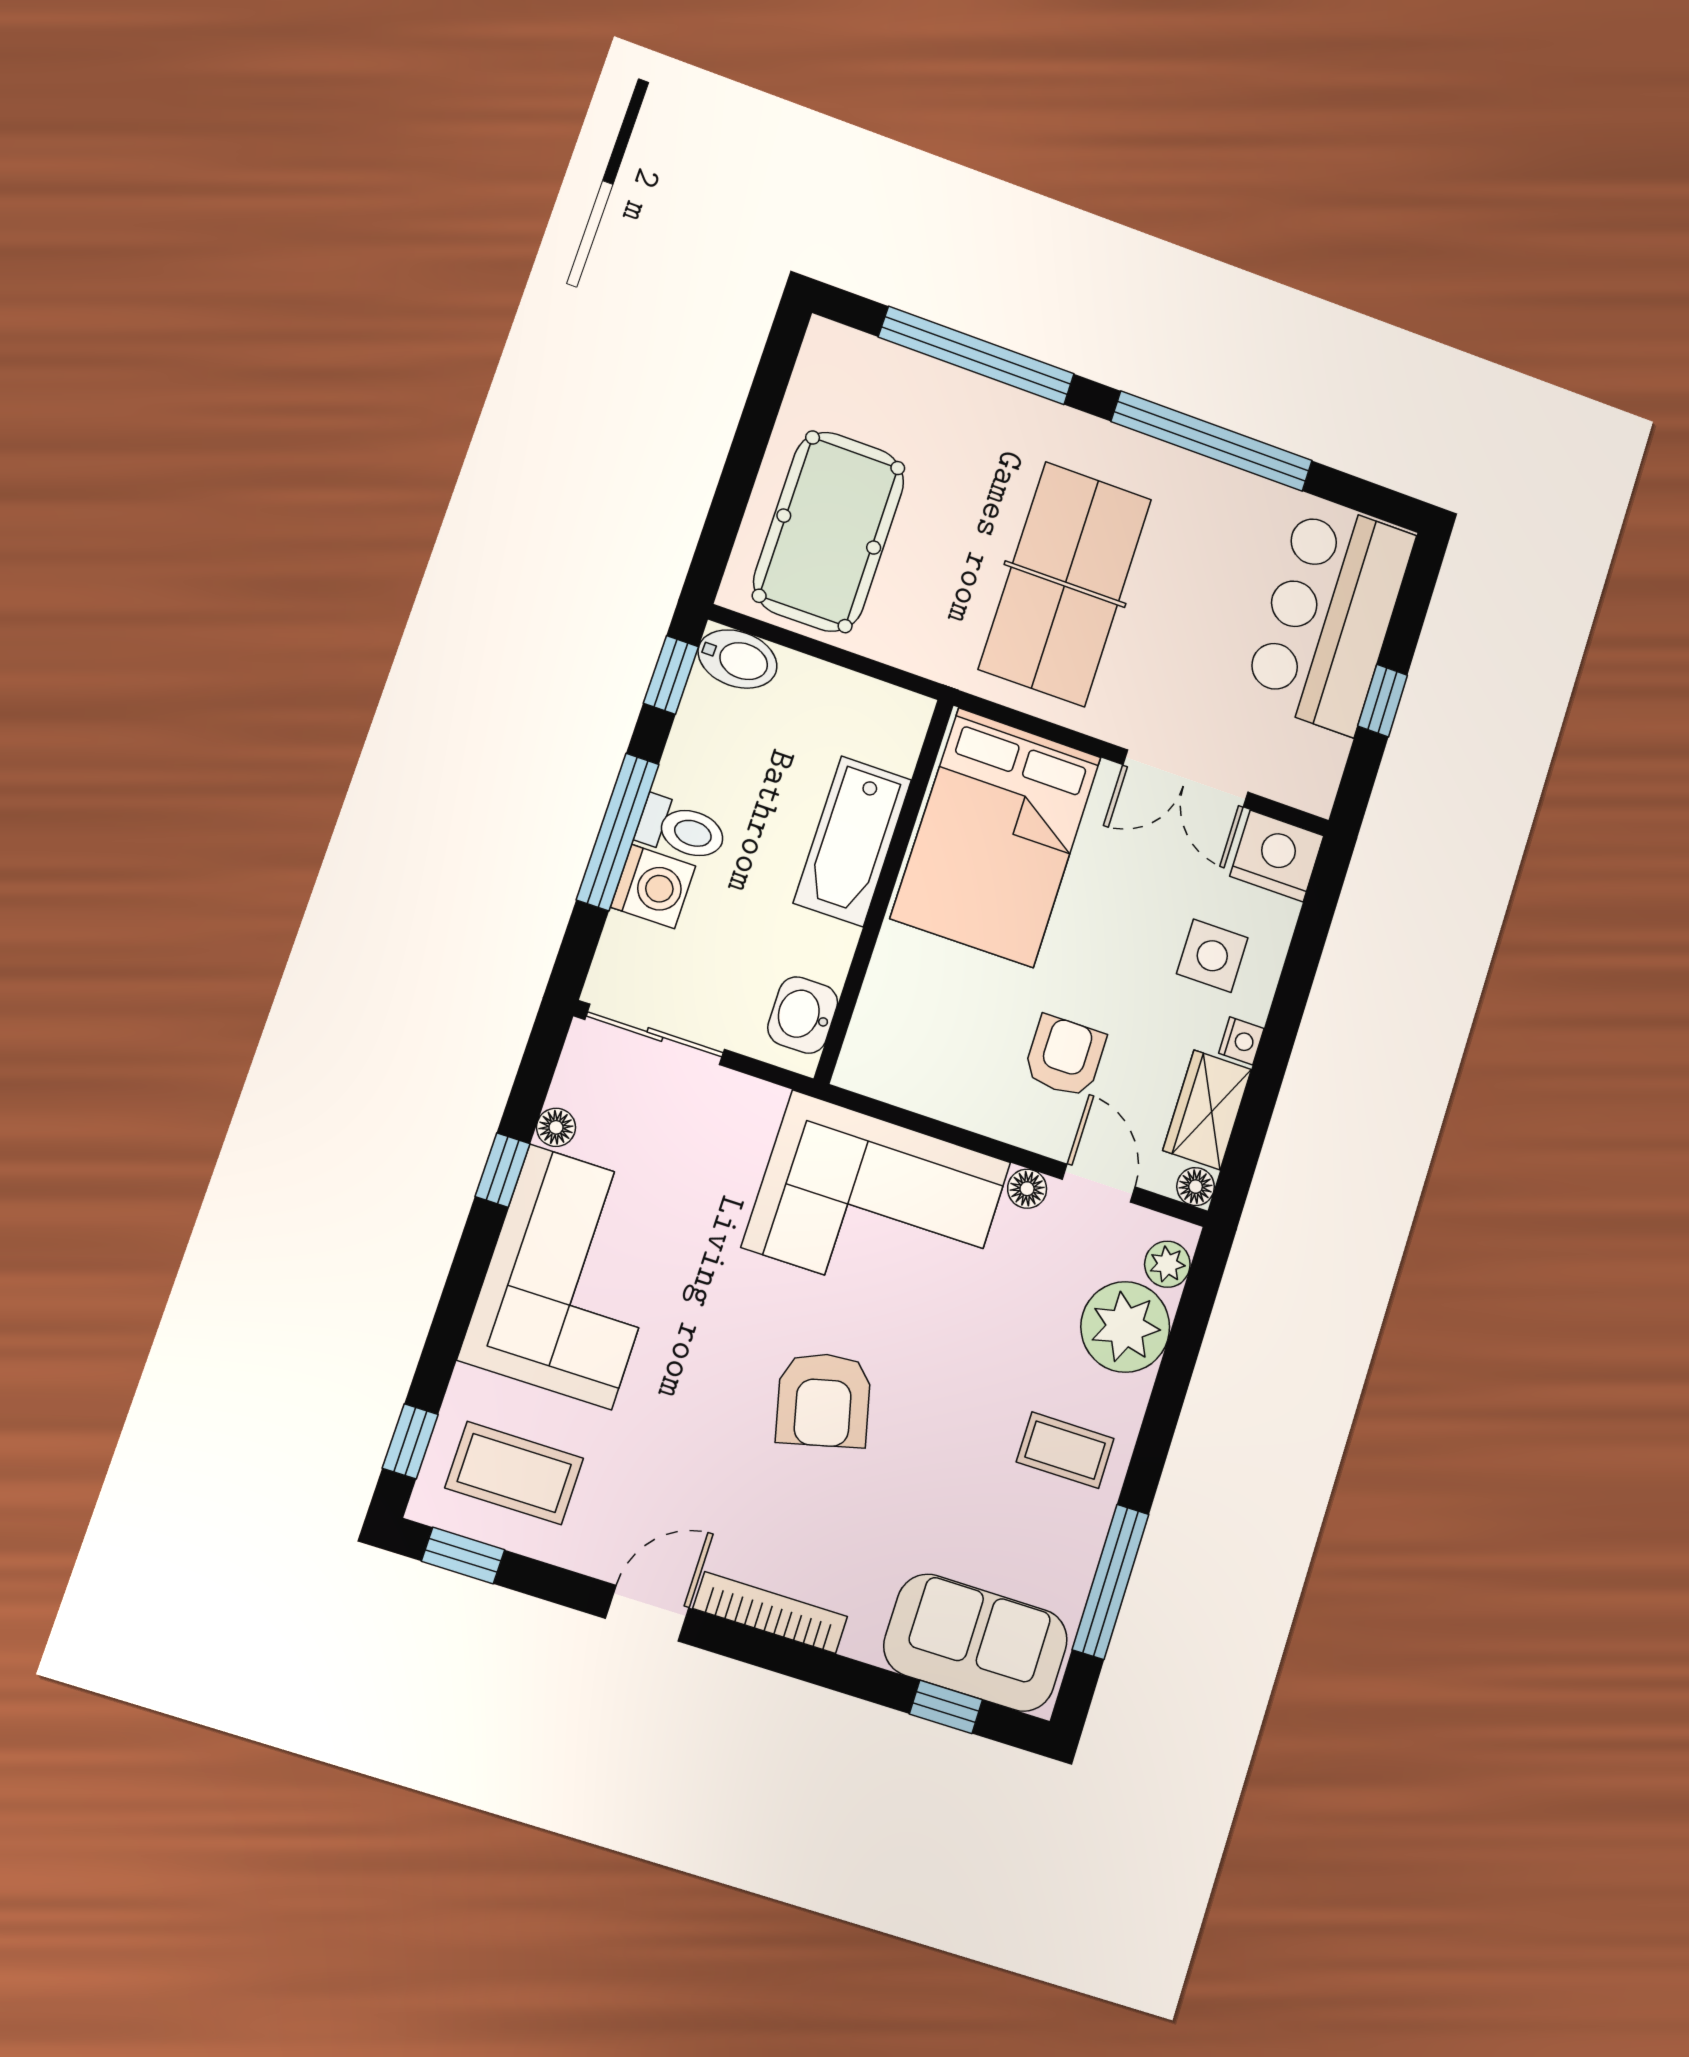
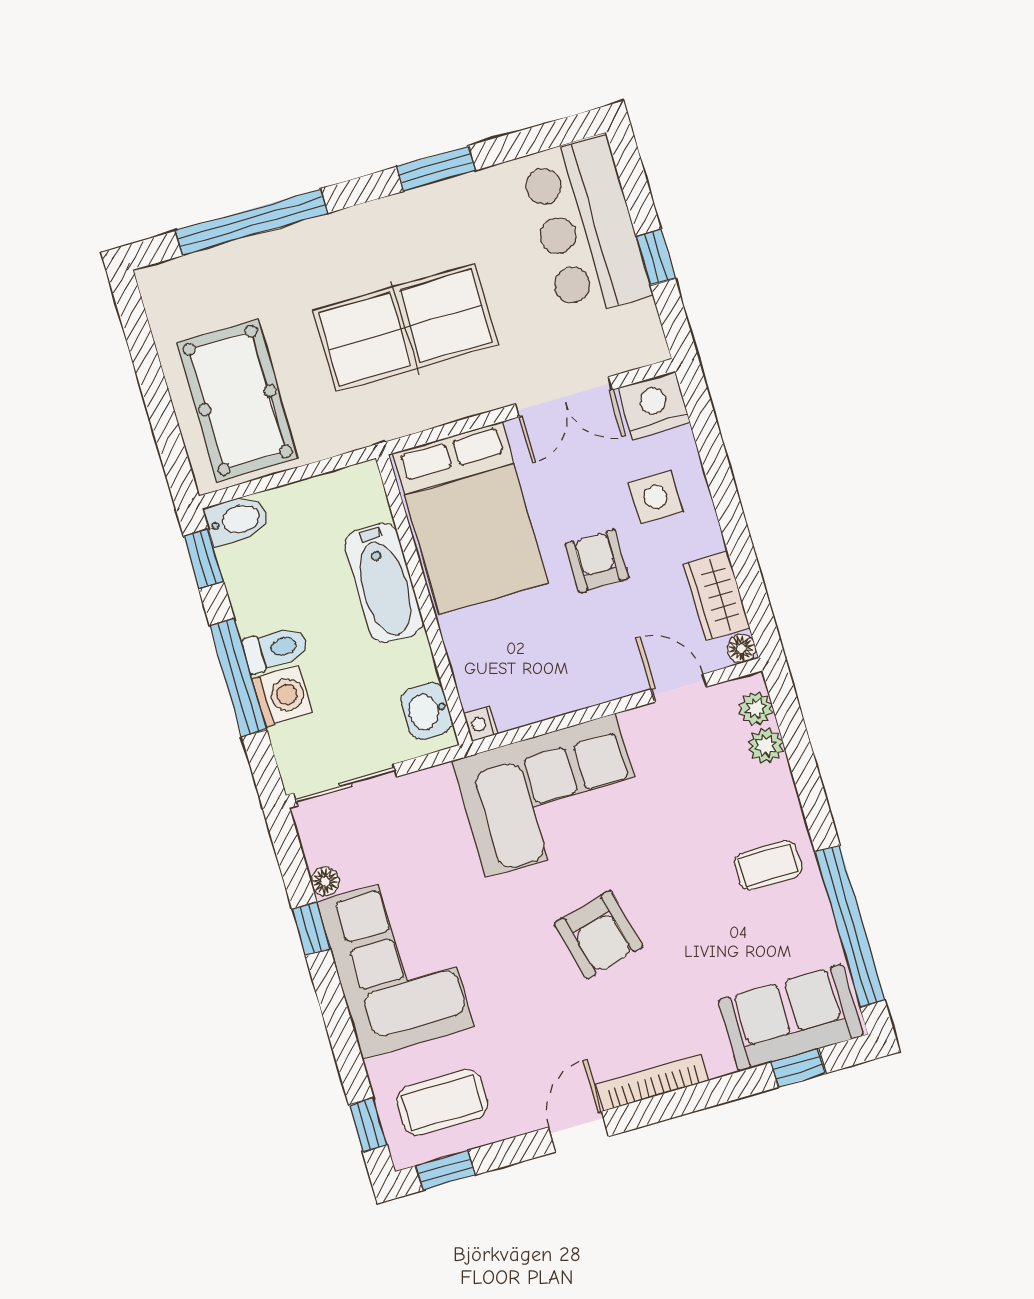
window: (1212, 441) -> (436, 169), width x0.47
table tennis table: (1065, 584) -> (405, 328), turned 90
nightstand: (1241, 1041) -> (481, 724), moved, turned 180
armchair: (1065, 1056) -> (597, 561), moved
floor lamp: (1027, 1189) -> (637, 722), removed
plant: (1125, 1327) -> (766, 746), width x0.53, depth x0.53
window: (1110, 1582) -> (850, 926), width x1.46

